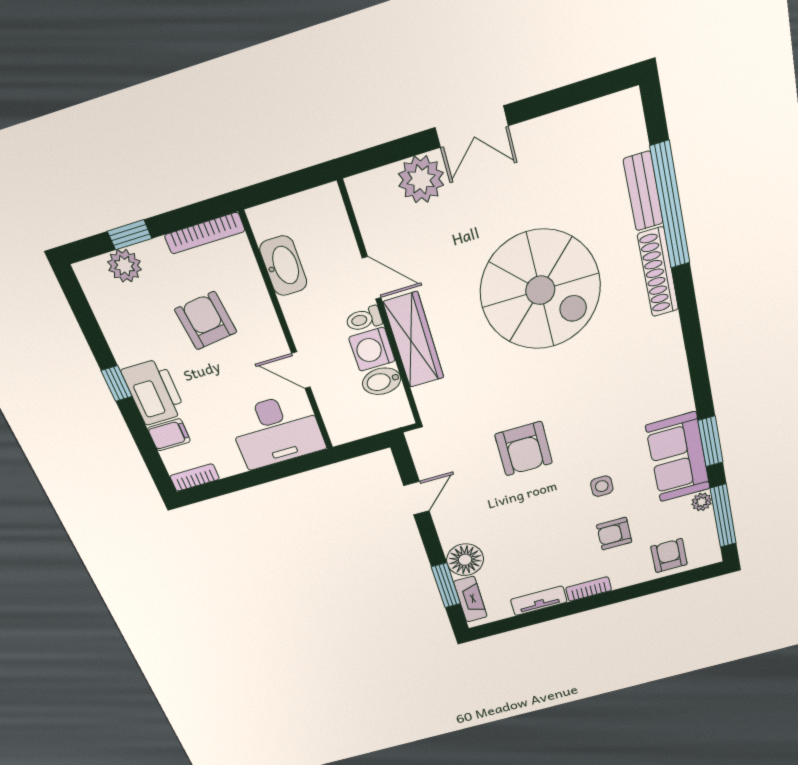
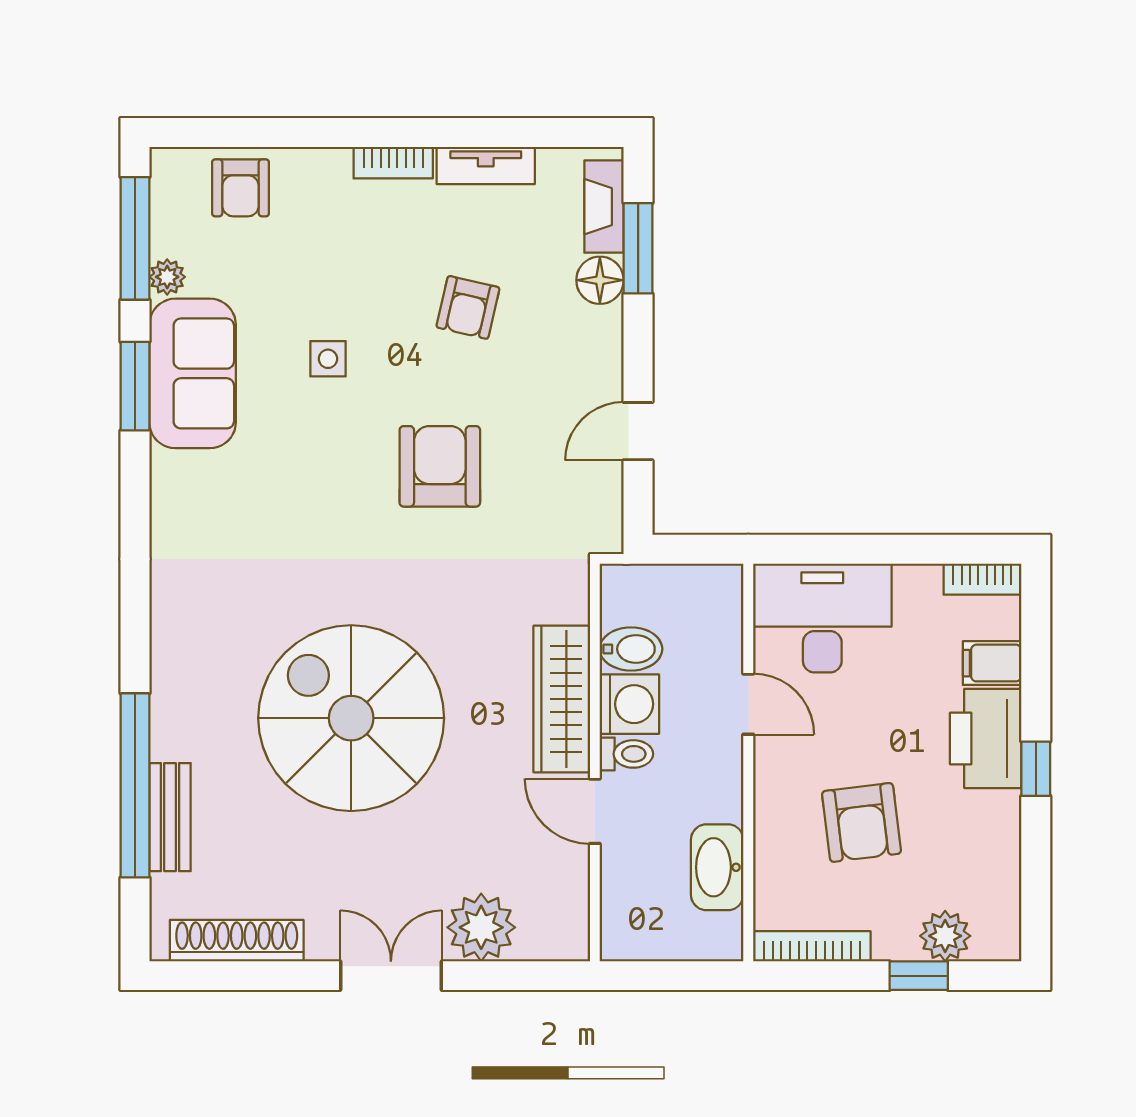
shoe rack: (658, 272) -> (237, 941), moved, turned -90
armchair: (614, 534) -> (468, 307), moved, turned 103
floor lamp: (465, 560) -> (600, 280), width x0.73, depth x0.73

